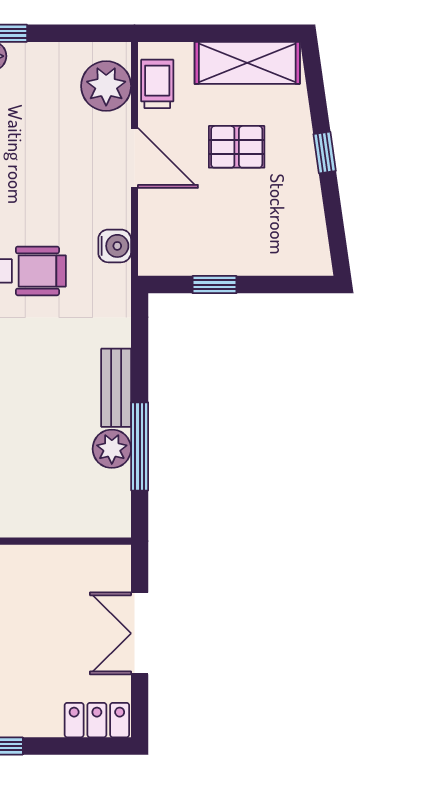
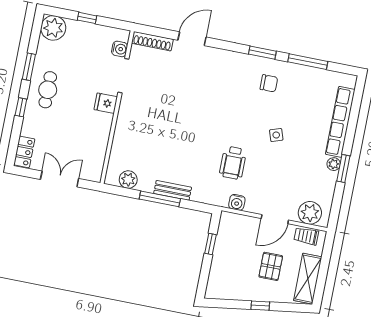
trolley: (157, 84) -> (306, 236), turned 180
window: (140, 446) -> (160, 199), moved
plant: (112, 449) -> (128, 180), moved

